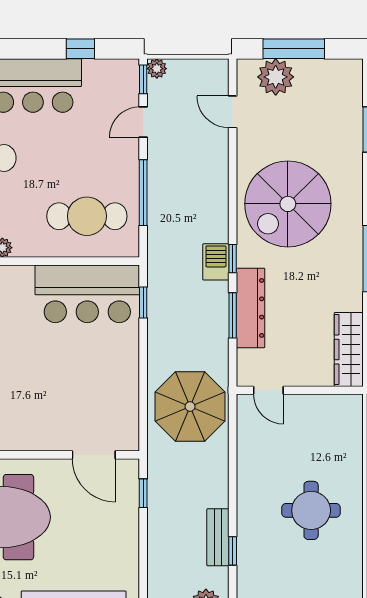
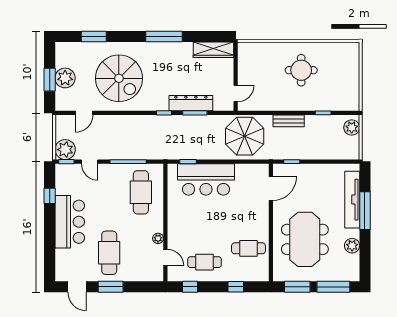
window: (294, 49) -> (50, 80), width x0.69
plant: (157, 69) -> (65, 150), width x1.88, depth x1.88
plant: (276, 77) -> (65, 78), moved
spiral stairs: (288, 204) -> (119, 78), moved
barbecue: (216, 262) -> (166, 122), removed
bar counter: (87, 294) -> (206, 179), moved, turned 90
bench: (218, 537) -> (289, 121), moved

